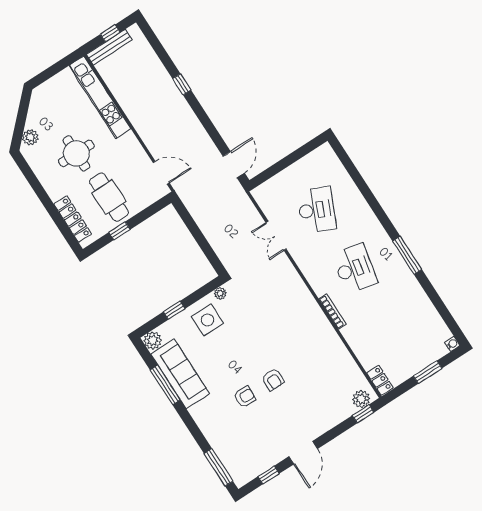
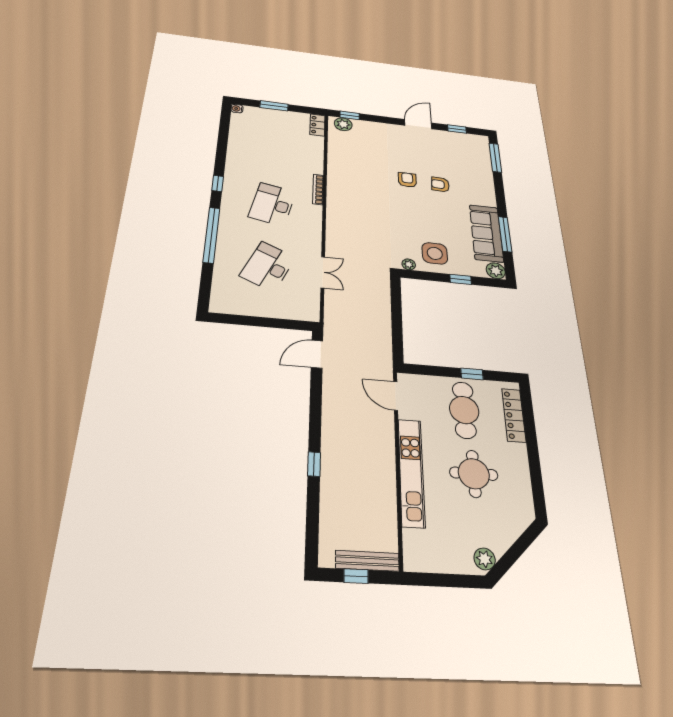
kitchen unit: (100, 97) -> (411, 472), moved
plant: (30, 137) -> (485, 559), moved
window: (375, 205) -> (211, 235), added
window: (407, 255) -> (218, 183), width x0.46

